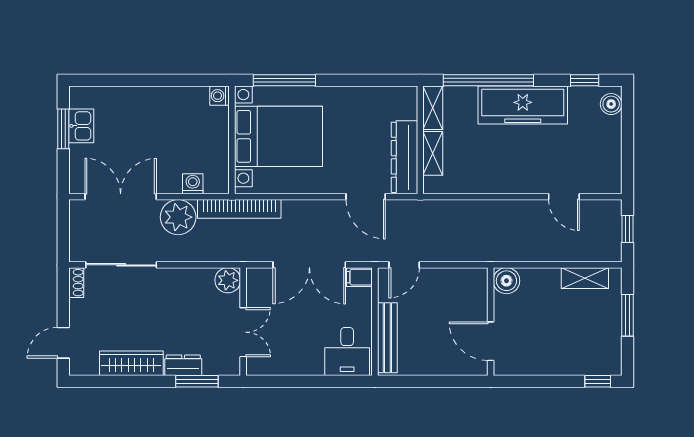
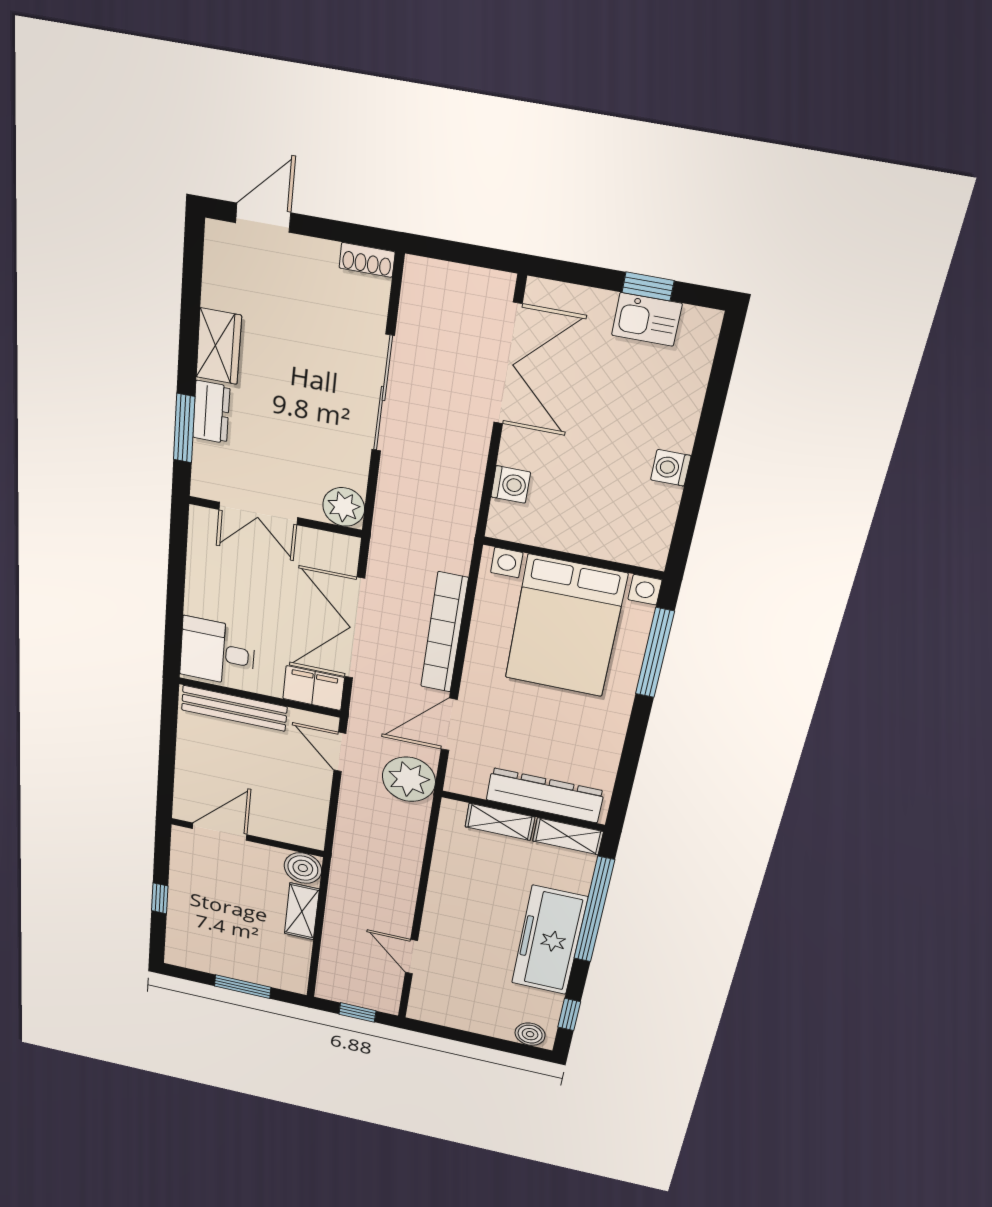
washing machine: (219, 96) -> (671, 468), moved, turned -90
window: (63, 129) -> (648, 286), width x0.67
dresser: (404, 157) -> (545, 795), moved
door: (564, 197) -> (411, 957), hinge flipped
bookcase: (239, 209) -> (444, 633), moved
plant: (178, 217) -> (409, 779), moved
sliding door: (121, 265) -> (383, 393), moved
filing cabinet: (359, 277) -> (314, 688), width x2.00
shelving: (585, 278) -> (302, 911), moved
door: (63, 343) -> (263, 218), hinge flipped
wardrobe: (131, 363) -> (219, 346), width x0.67
window: (598, 381) -> (160, 898), moved

